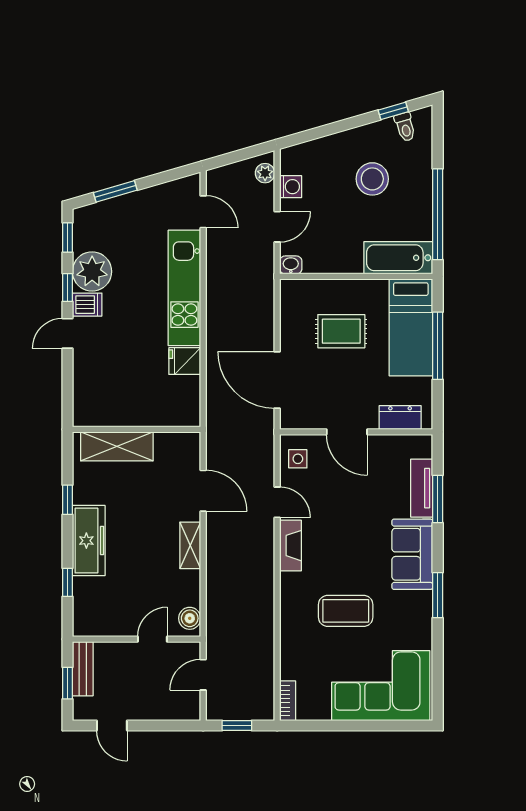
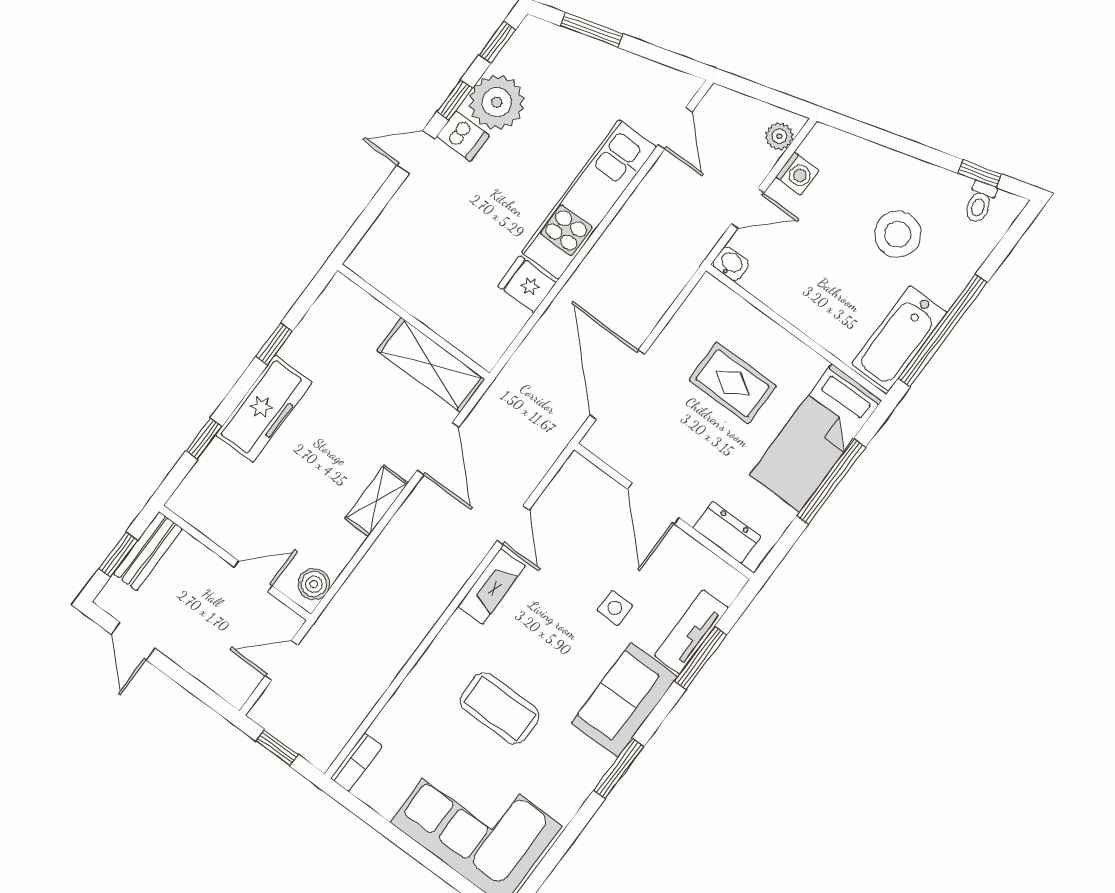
bathtub: (398, 258) -> (899, 338), moved, turned -90
shelving: (117, 446) -> (431, 365), moved
side table: (298, 459) -> (615, 608), moved

